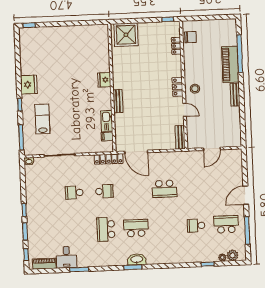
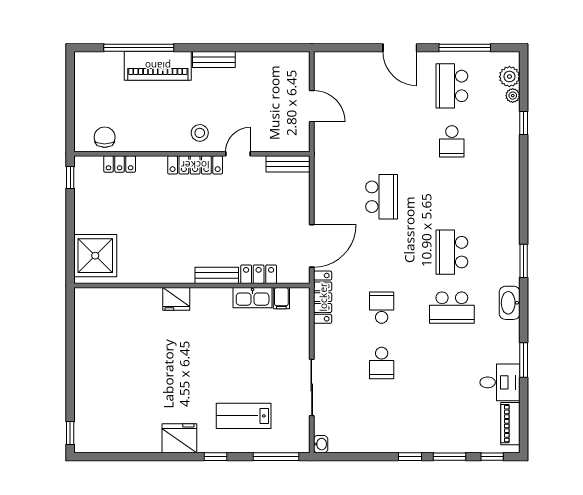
locker: (177, 87) -> (195, 165), width x1.53
locker: (120, 124) -> (259, 274), added
washbasin: (137, 259) -> (510, 303), moved

